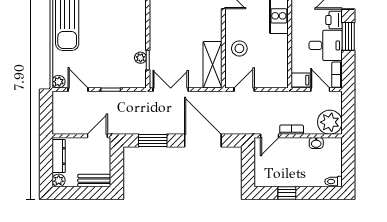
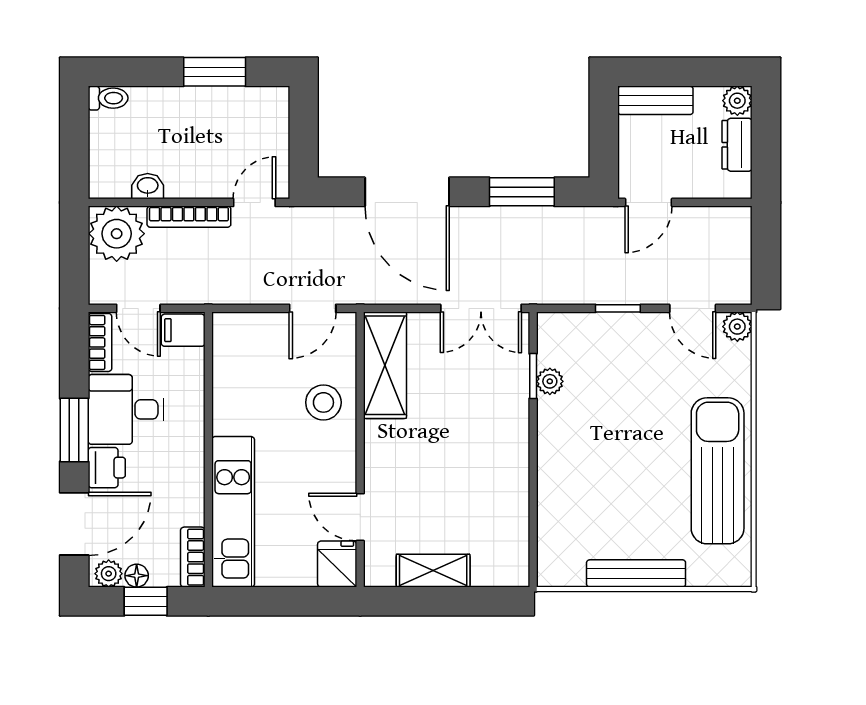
bookcase: (292, 130) -> (189, 217), width x1.56
dresser: (59, 156) -> (737, 145), width x0.70
window: (287, 193) -> (215, 72), width x1.50

